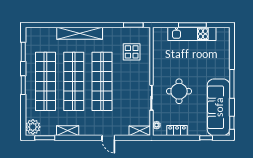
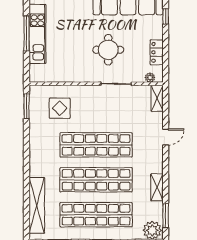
shelving: (80, 33) -> (37, 205), moved

